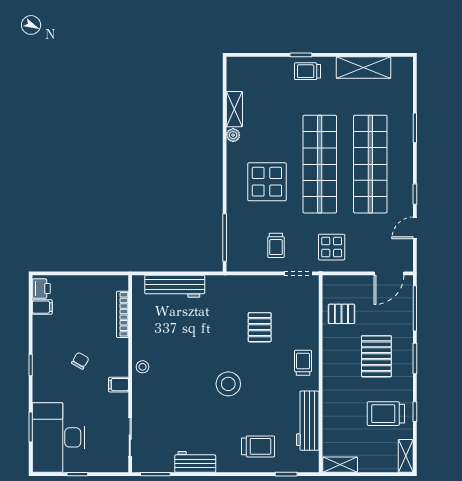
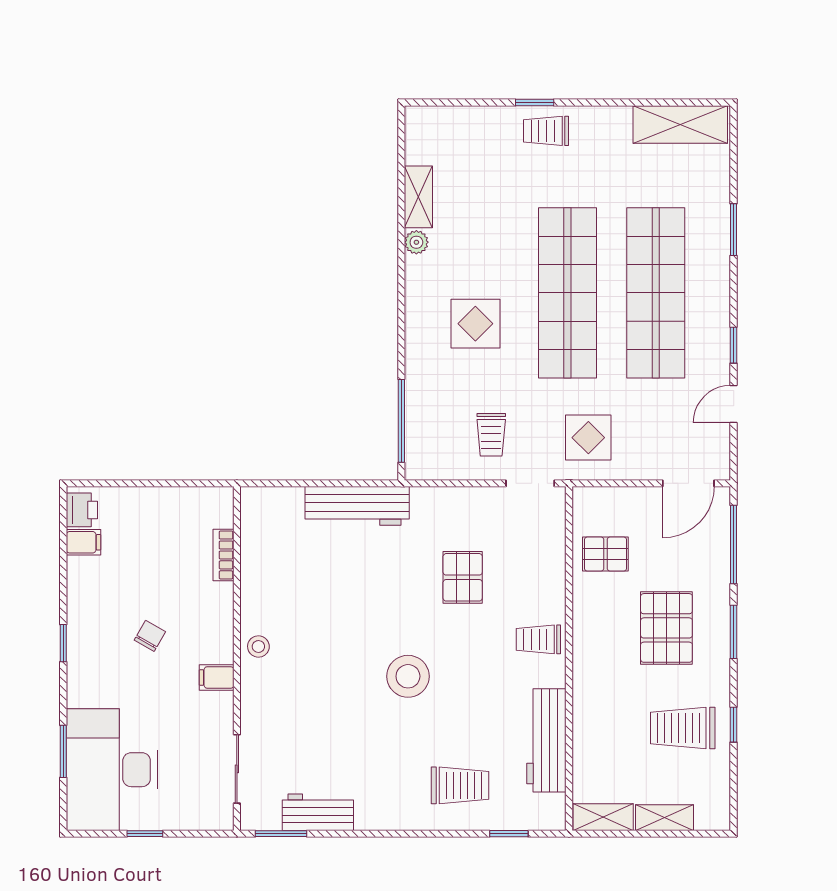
shelving: (364, 68) -> (680, 124), moved
display table: (267, 182) -> (475, 324), width x0.73, depth x0.73
workbench: (175, 286) -> (357, 506), moved
bookcase: (122, 314) -> (223, 555), width x0.64
trolley: (303, 363) -> (538, 639), turned -90
shelving: (406, 456) -> (665, 818), moved, turned 90
workbench: (195, 462) -> (318, 812), moved

